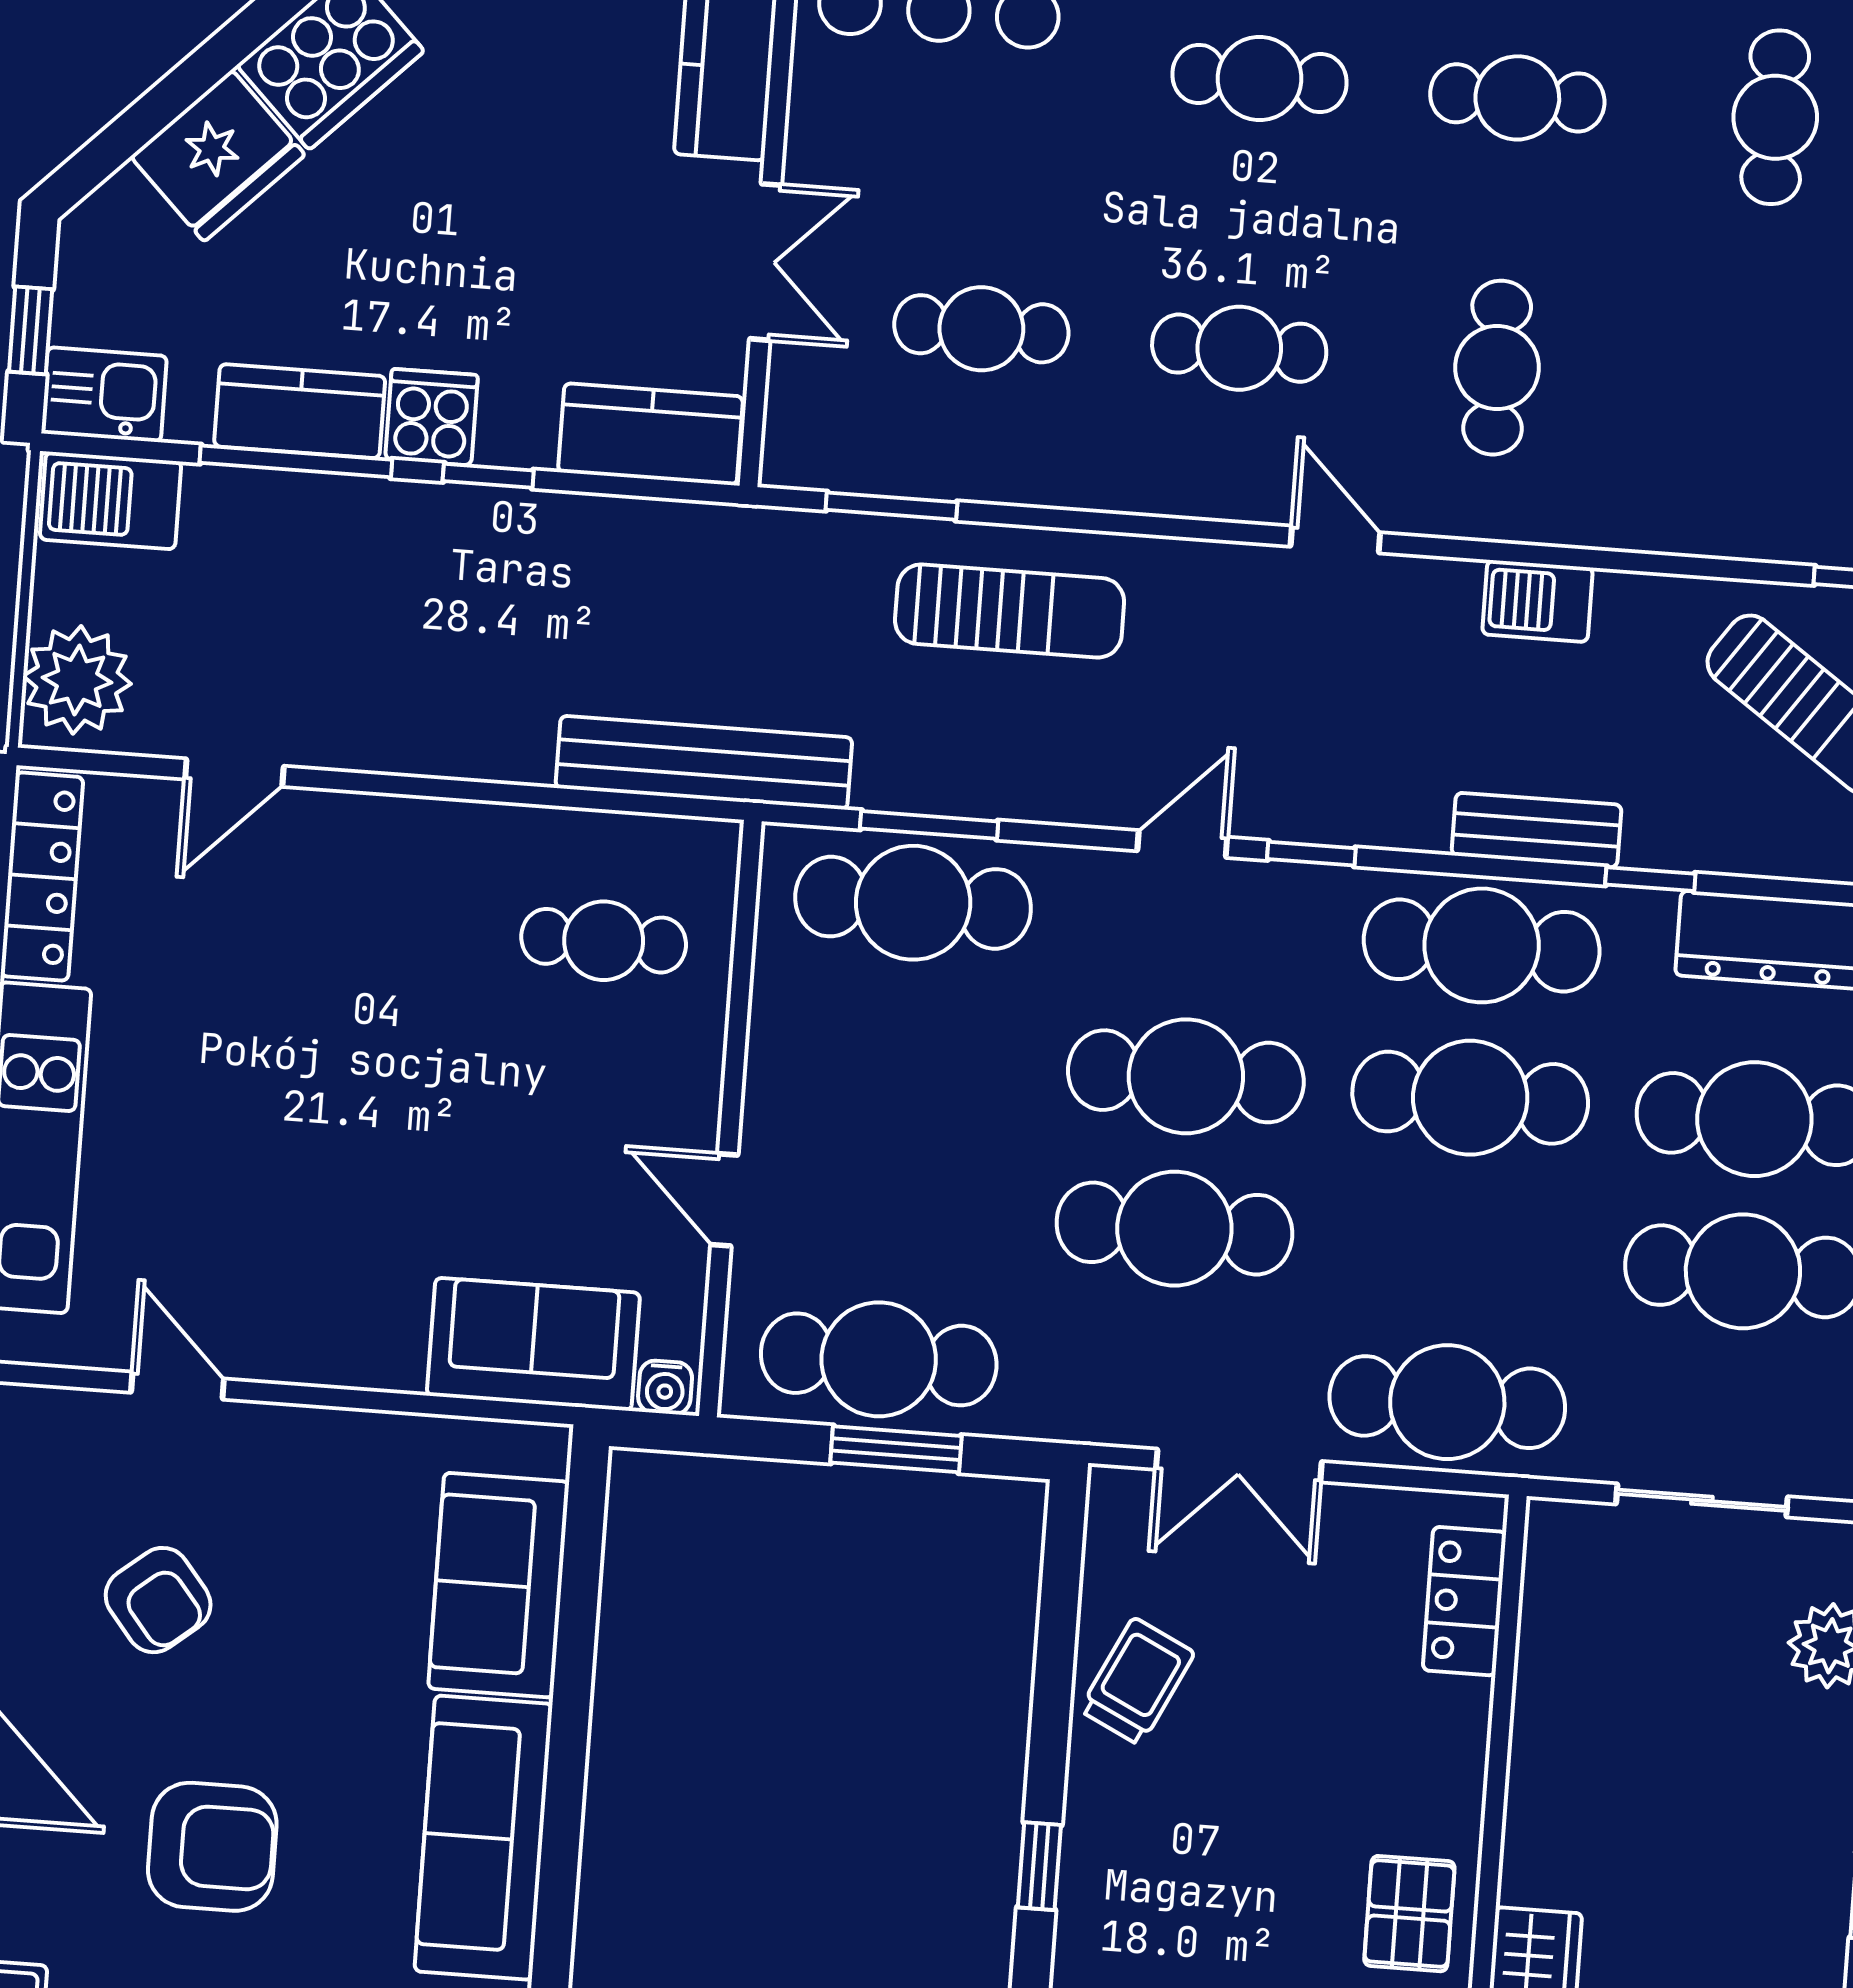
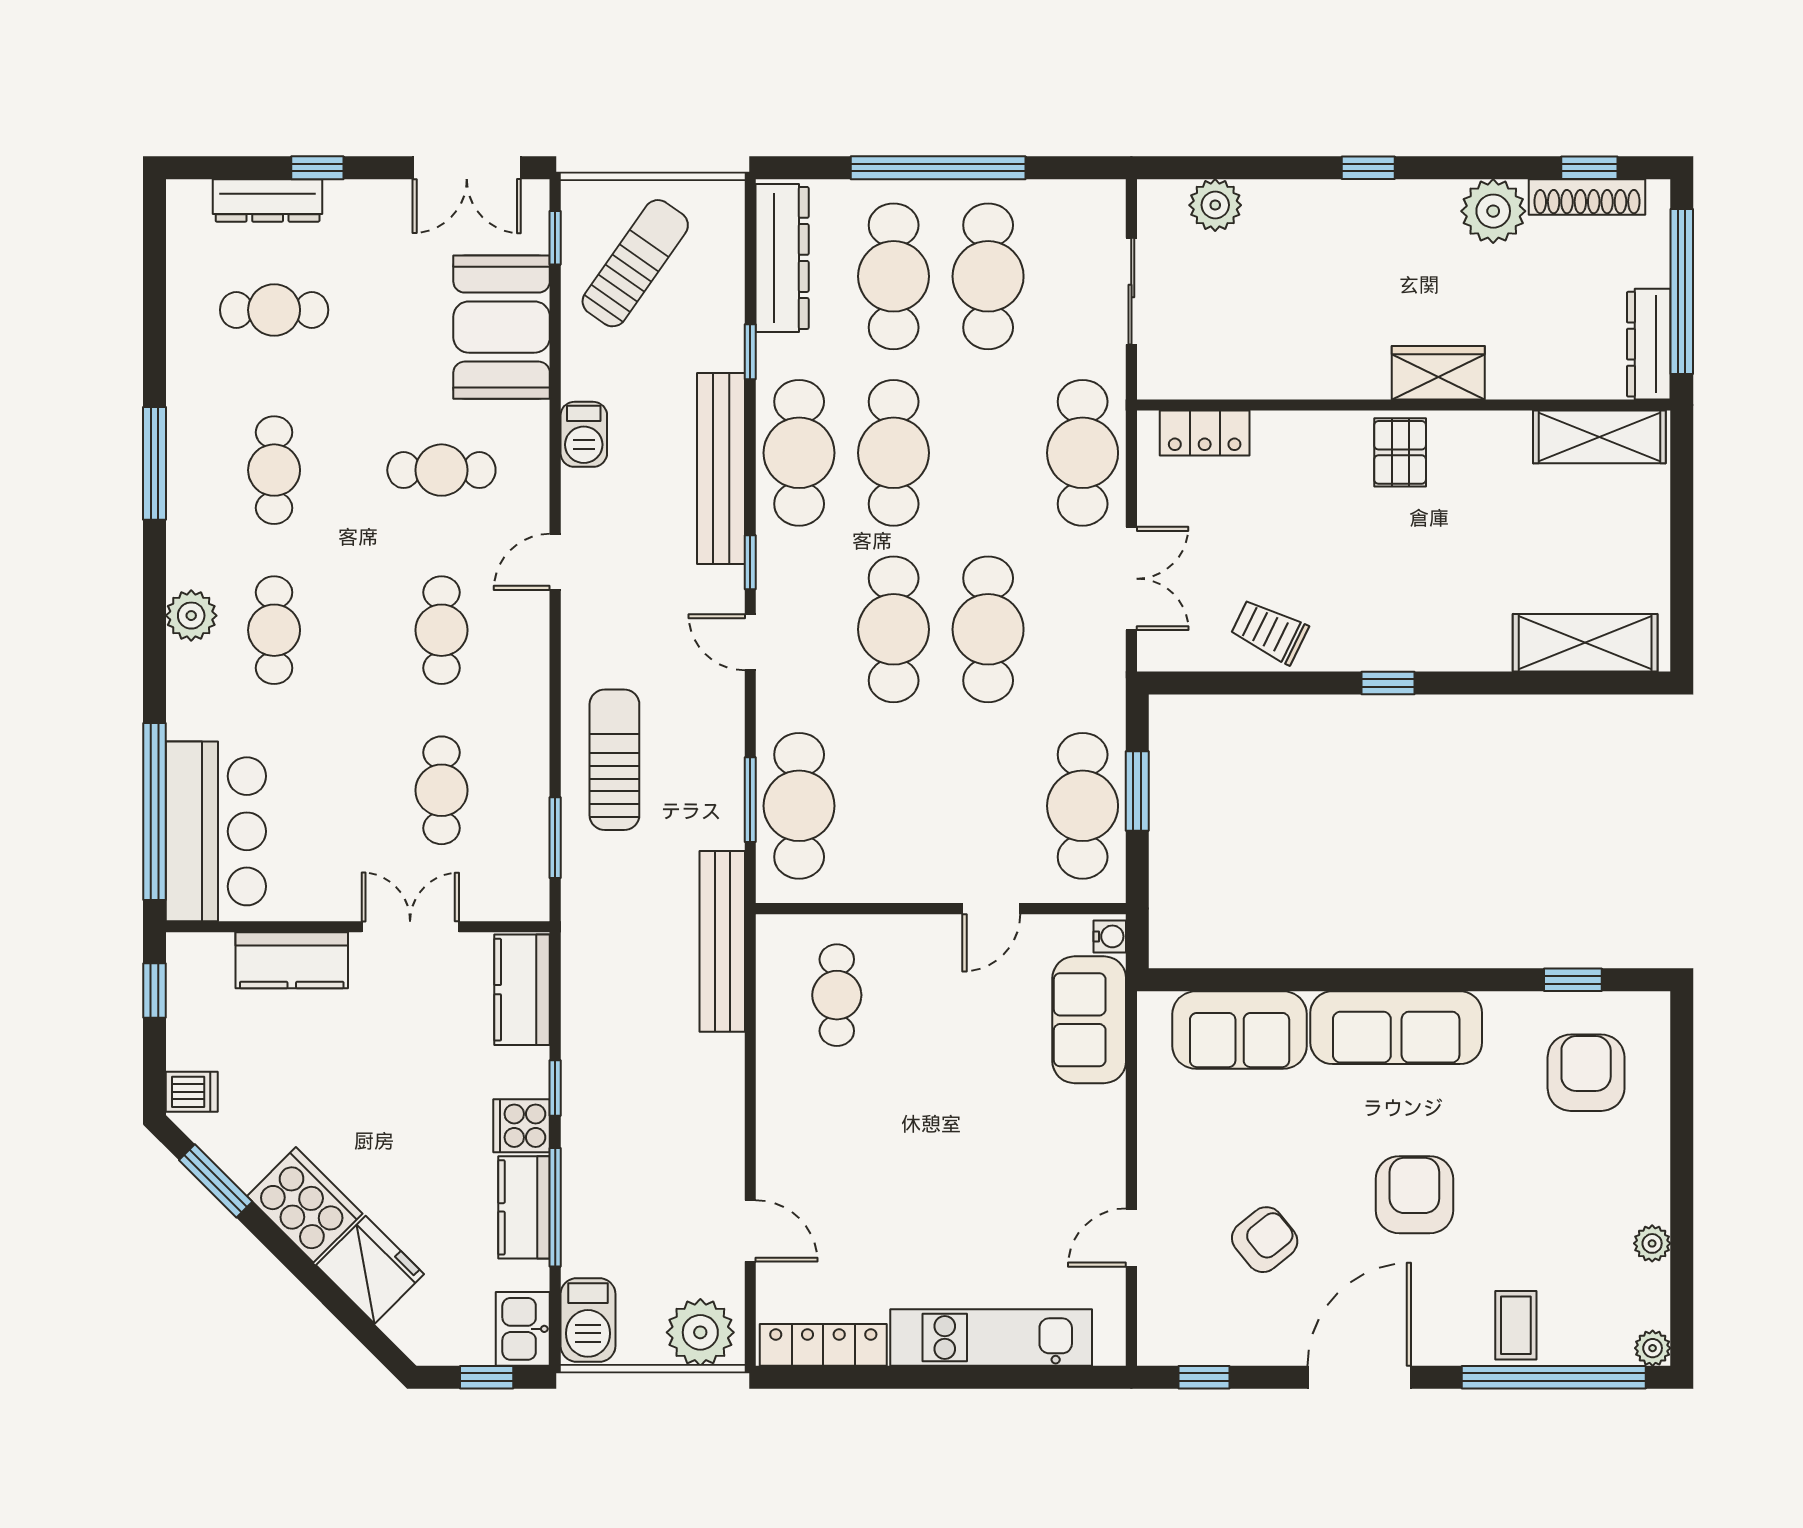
booth: (1720, 482) -> (502, 327), added
bench: (1537, 830) -> (721, 469), width x1.86, depth x1.21
pallet: (1409, 1914) -> (1400, 452), turned 90

